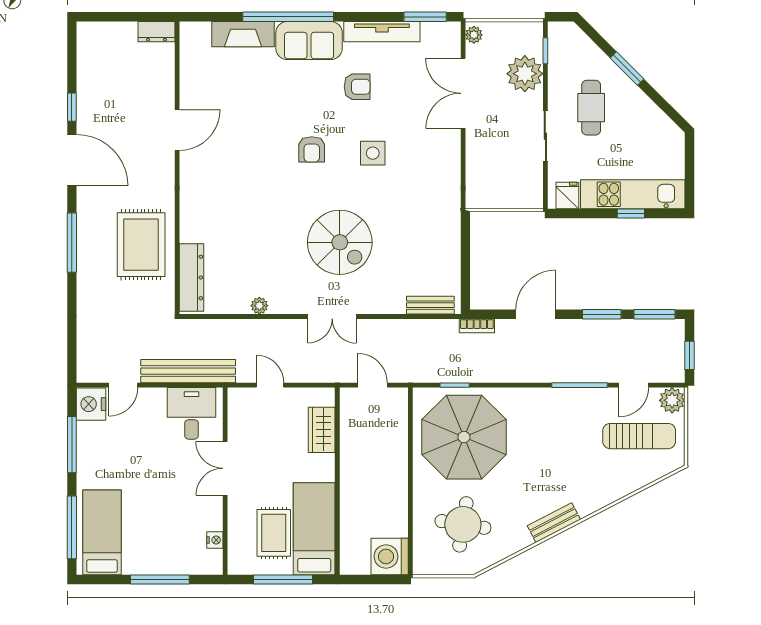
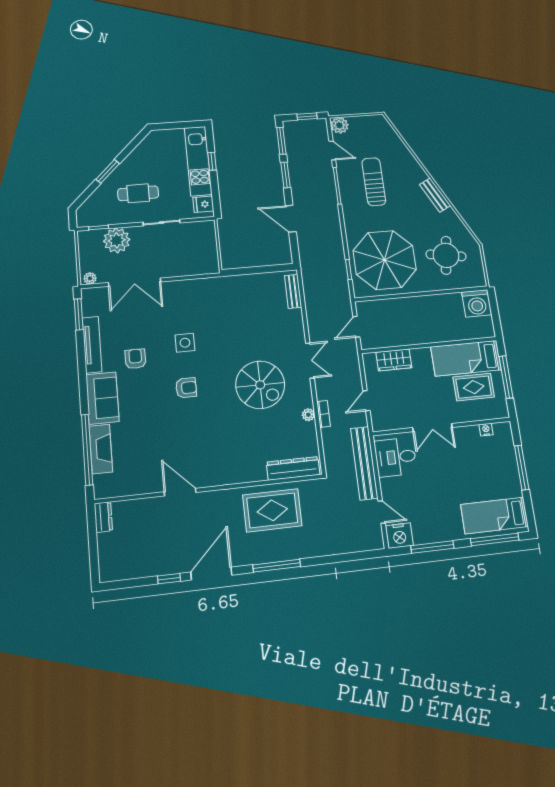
window: (288, 17) -> (87, 450), moved
spiral stairs: (340, 242) -> (260, 385), moved, turned 90
bookcase: (477, 326) -> (324, 414), moved
sun lounger: (639, 436) -> (374, 182), moved

